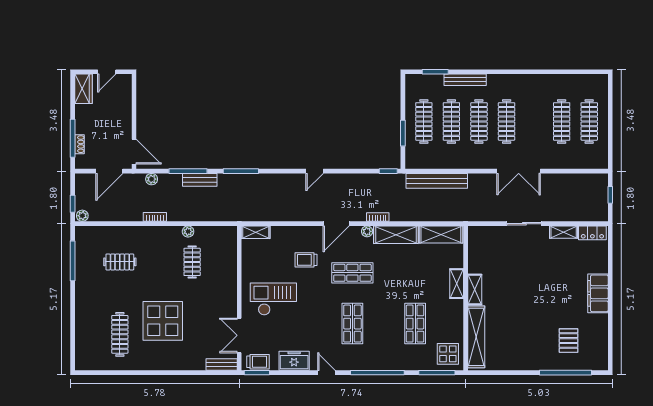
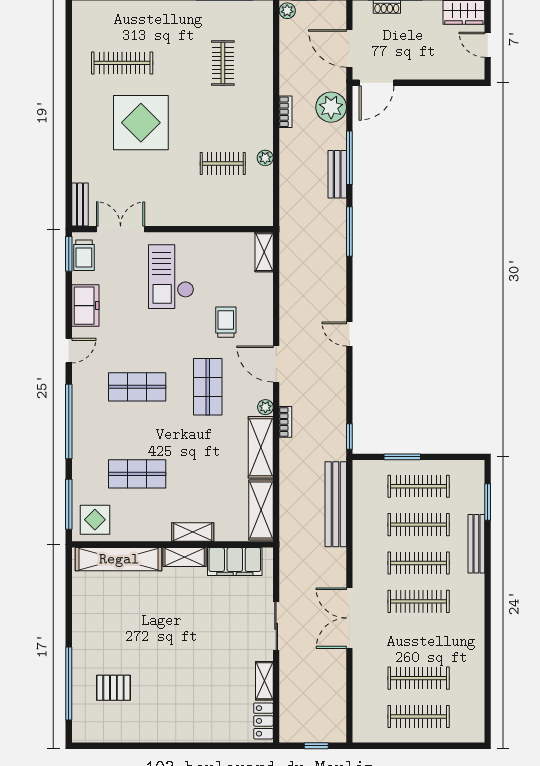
plant: (152, 179) -> (331, 107), width x1.87, depth x1.87
filing cabinet: (598, 293) -> (235, 562), moved, turned 180
checkout: (273, 299) -> (171, 277), turned 180

